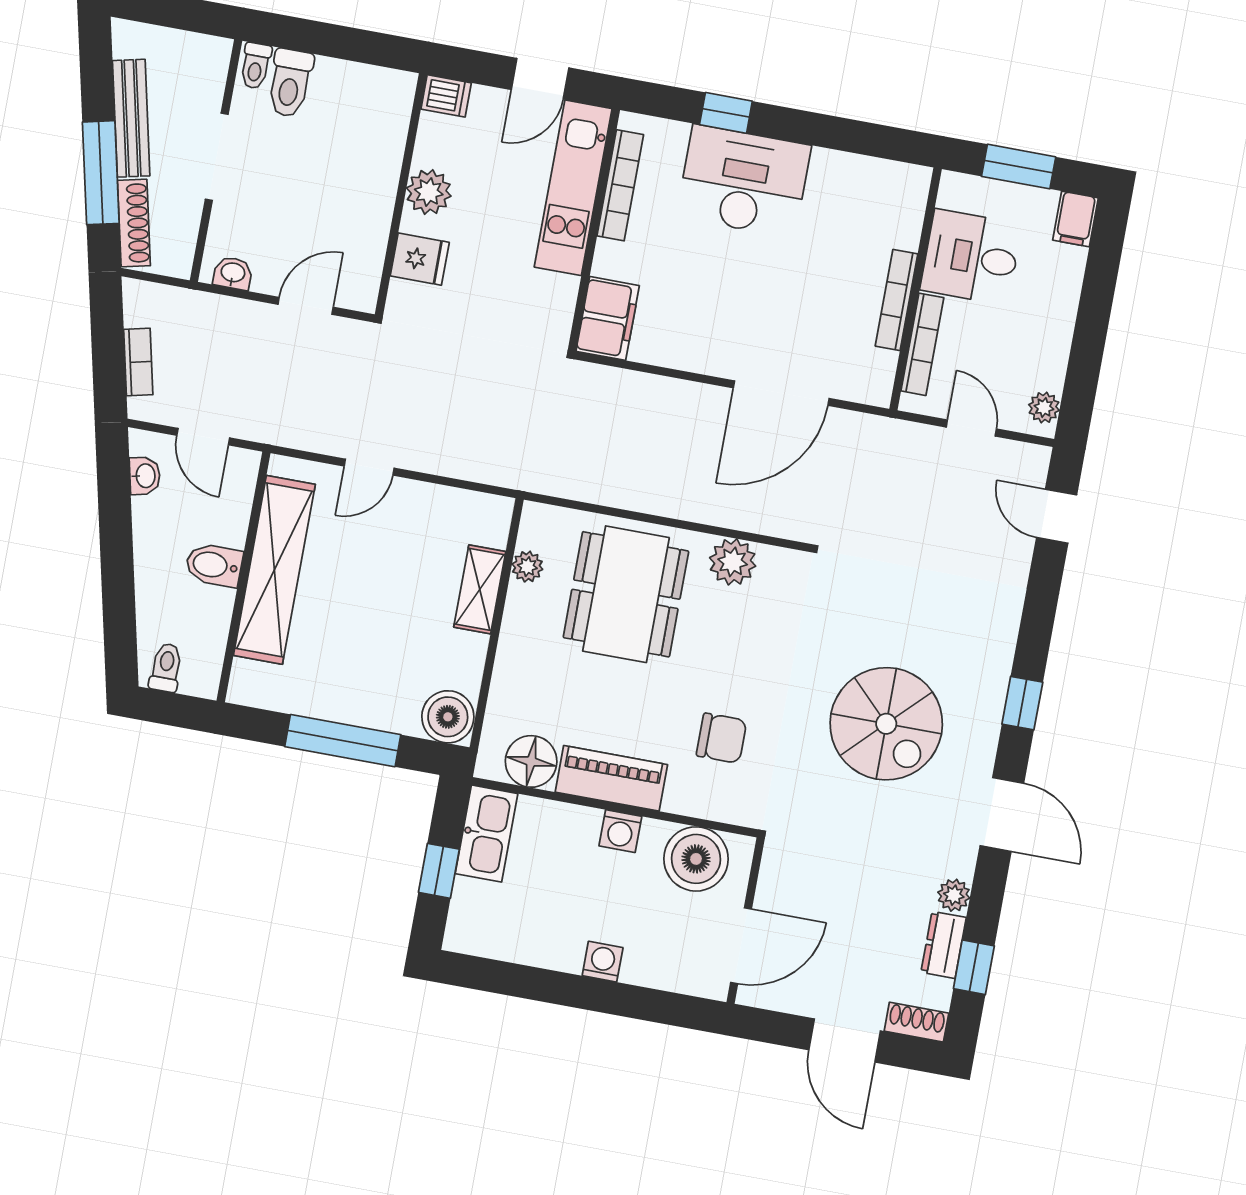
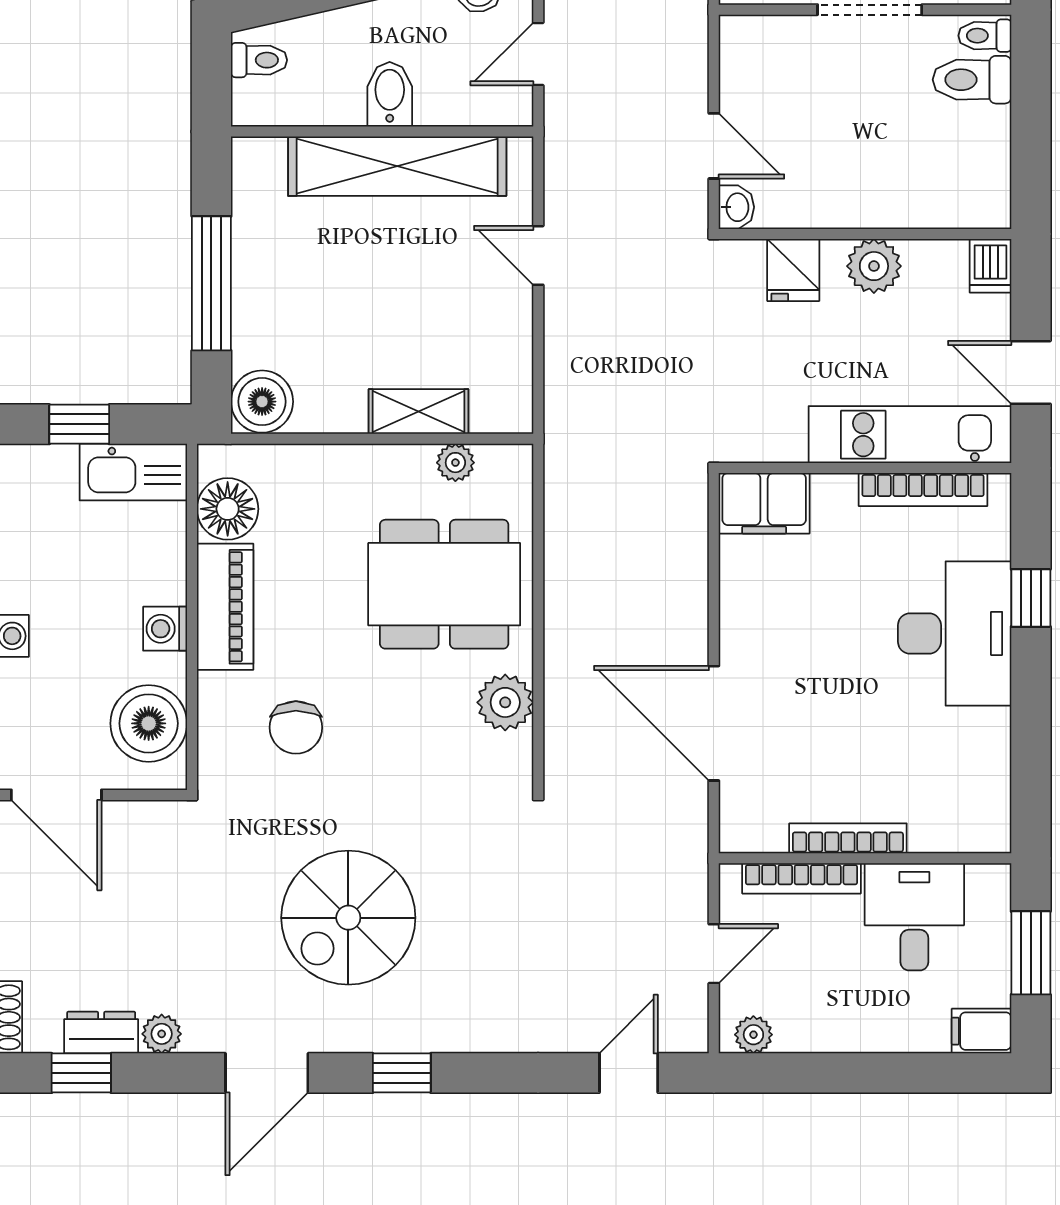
washbasin: (233, 273) -> (736, 207), moved

